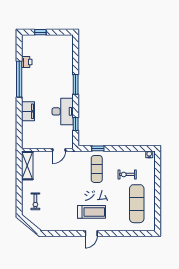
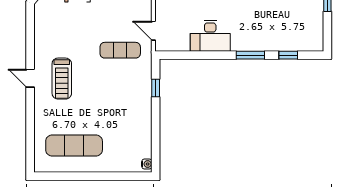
window: (76, 124) -> (288, 55), moved
exercise mat: (97, 169) -> (120, 50), moved
exercise bike: (127, 174) -> (117, 131), removed

